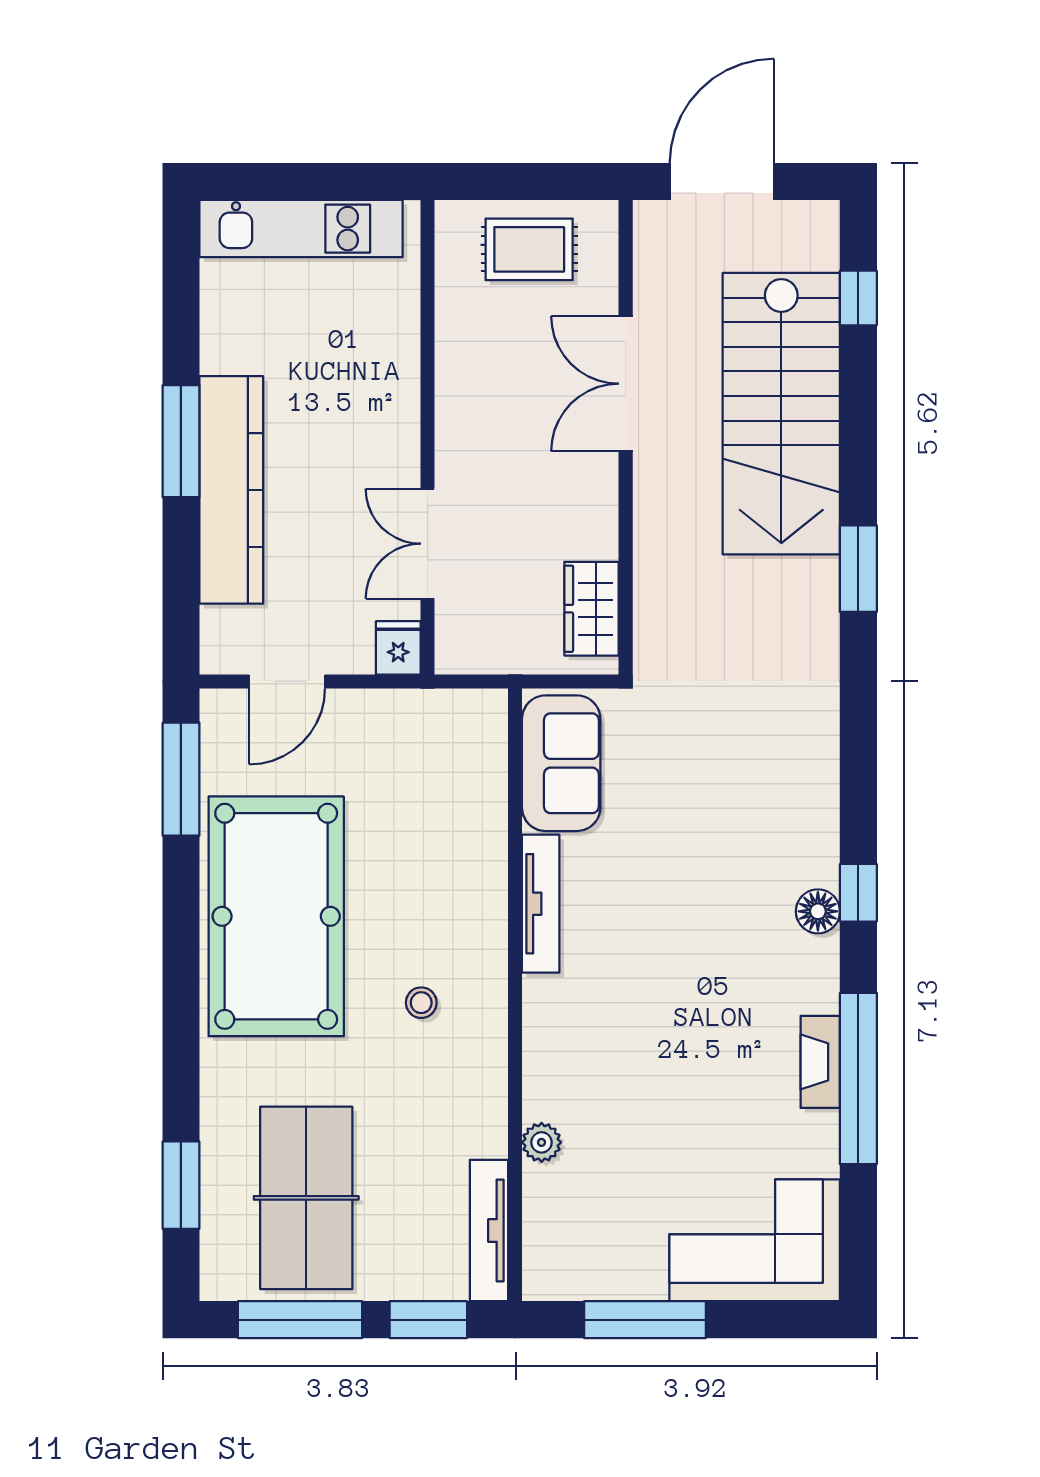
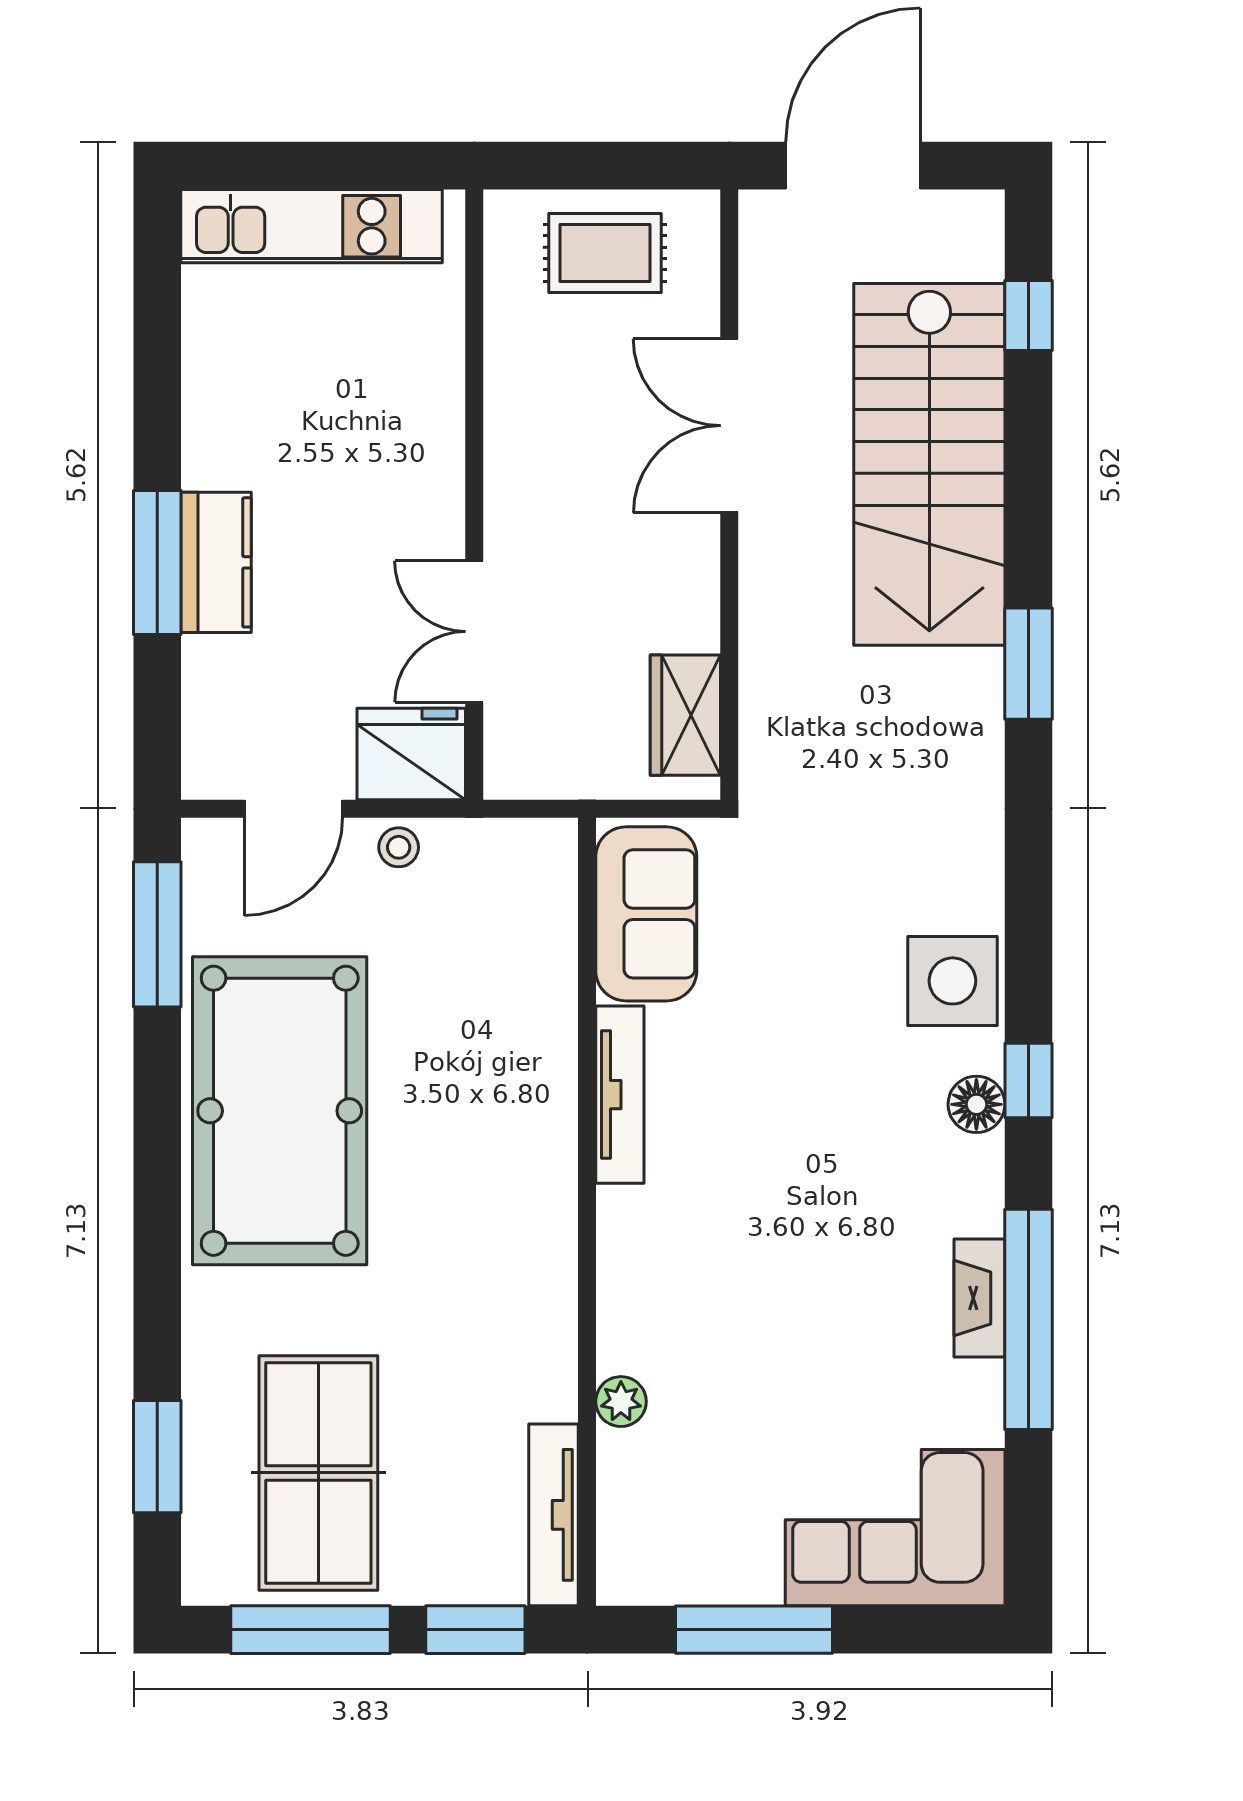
window: (181, 441) -> (157, 563), moved
kitchen counter: (231, 490) -> (216, 562), width x0.48, depth x0.86
fridge: (398, 648) -> (411, 754), width x1.88, depth x1.34
side table: (799, 815) -> (952, 981), added
stool: (421, 1003) -> (399, 847), moved

